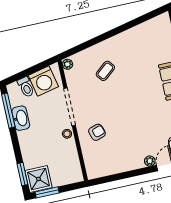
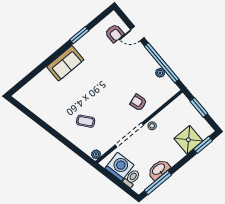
plant: (150, 161) -> (160, 73), moved
window: (124, 175) -> (162, 63), added
shower: (38, 179) -> (188, 140), moved
window: (47, 192) -> (199, 107), moved

